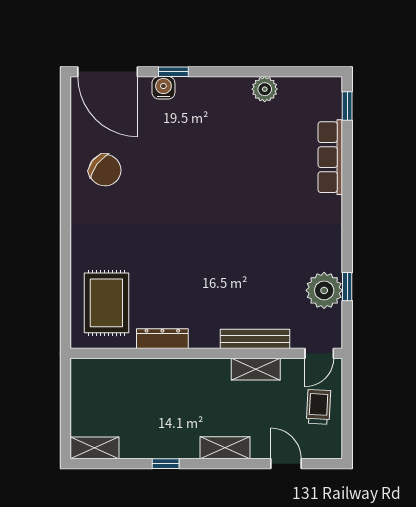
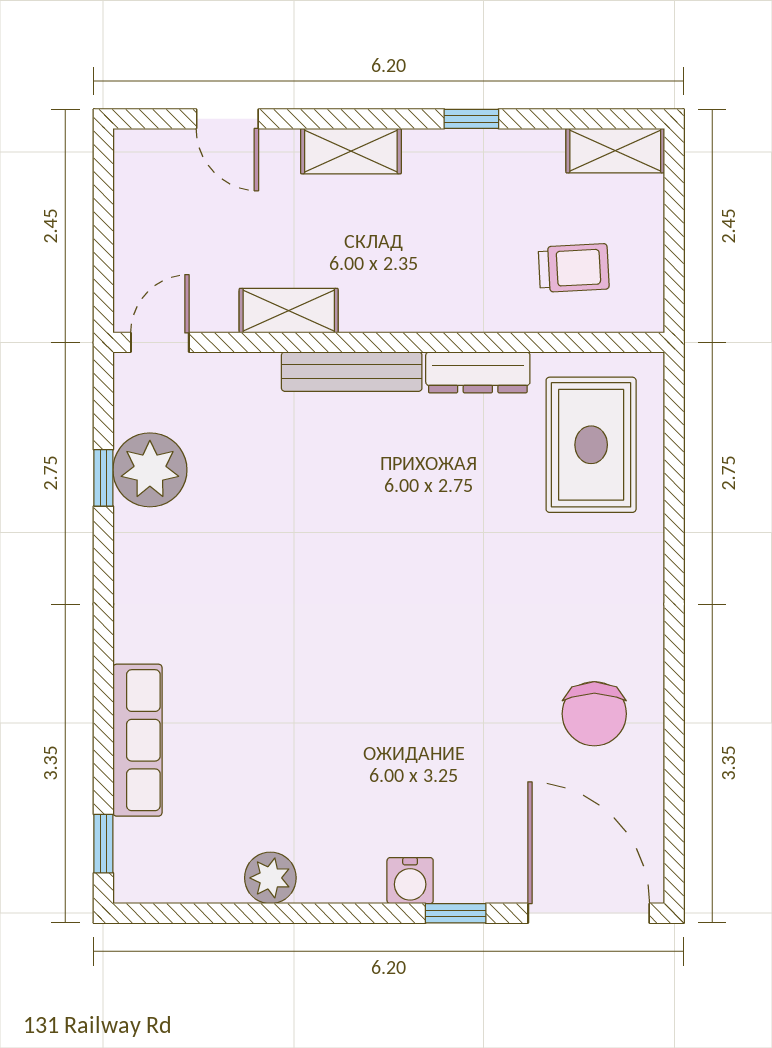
water cooler: (163, 88) -> (410, 881), moved
chair: (105, 170) -> (594, 714), turned -127
bench: (255, 339) -> (352, 372), moved
trolley: (318, 407) -> (574, 268), moved, turned -96

